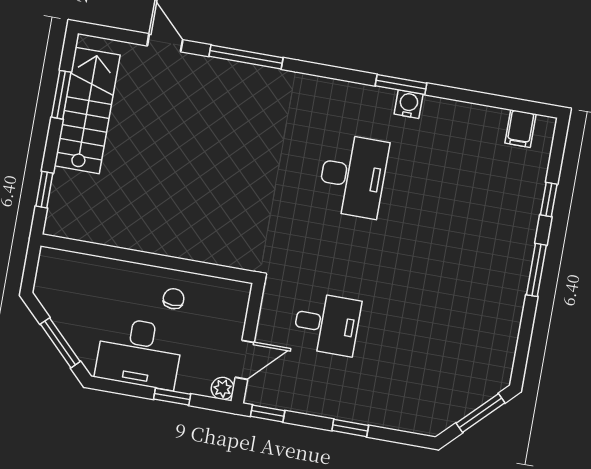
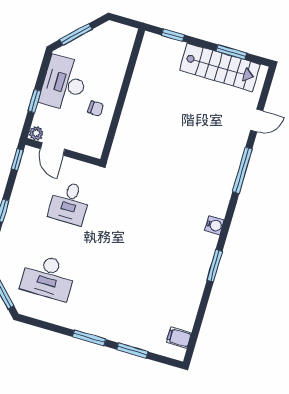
water cooler: (409, 104) -> (215, 225), moved
desk: (353, 176) -> (48, 277), moved
window: (549, 199) -> (132, 351), width x1.50

